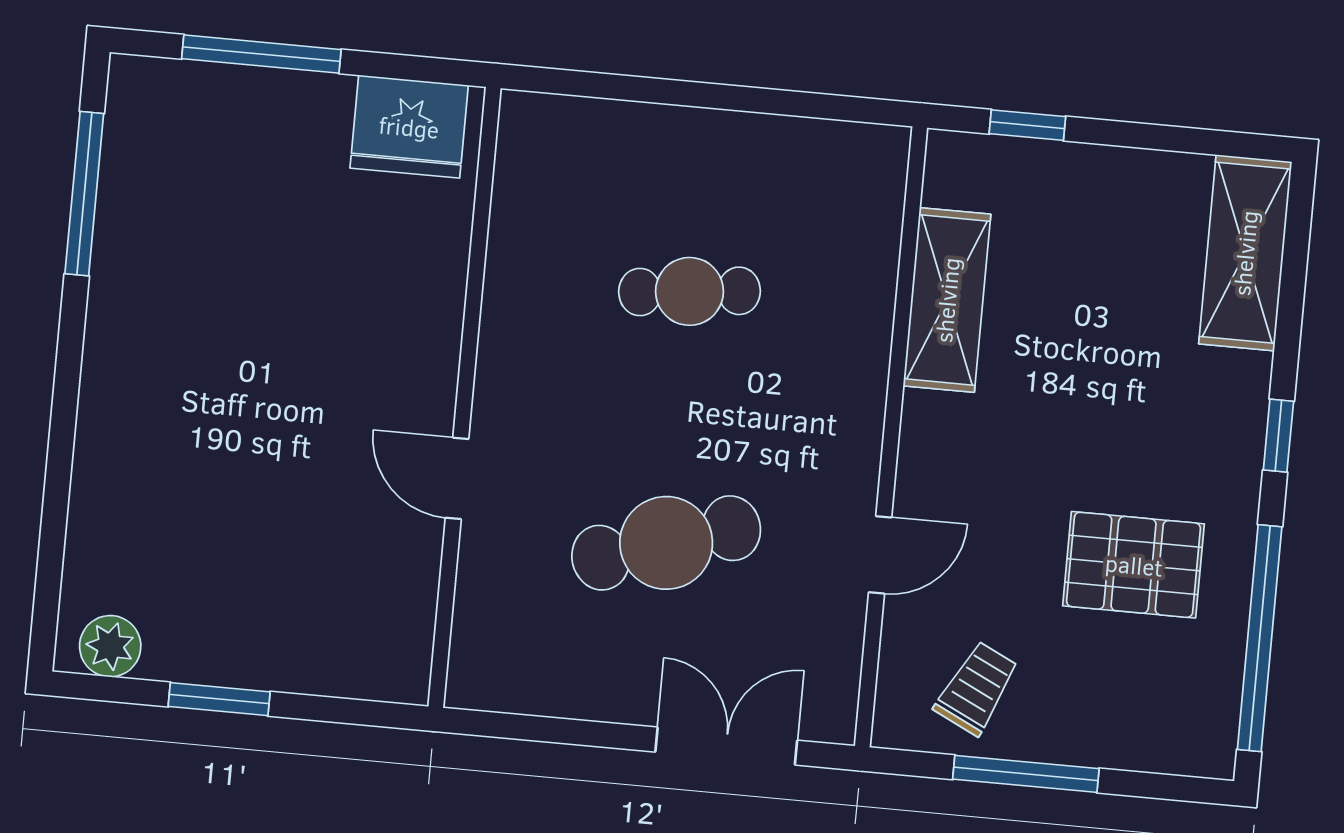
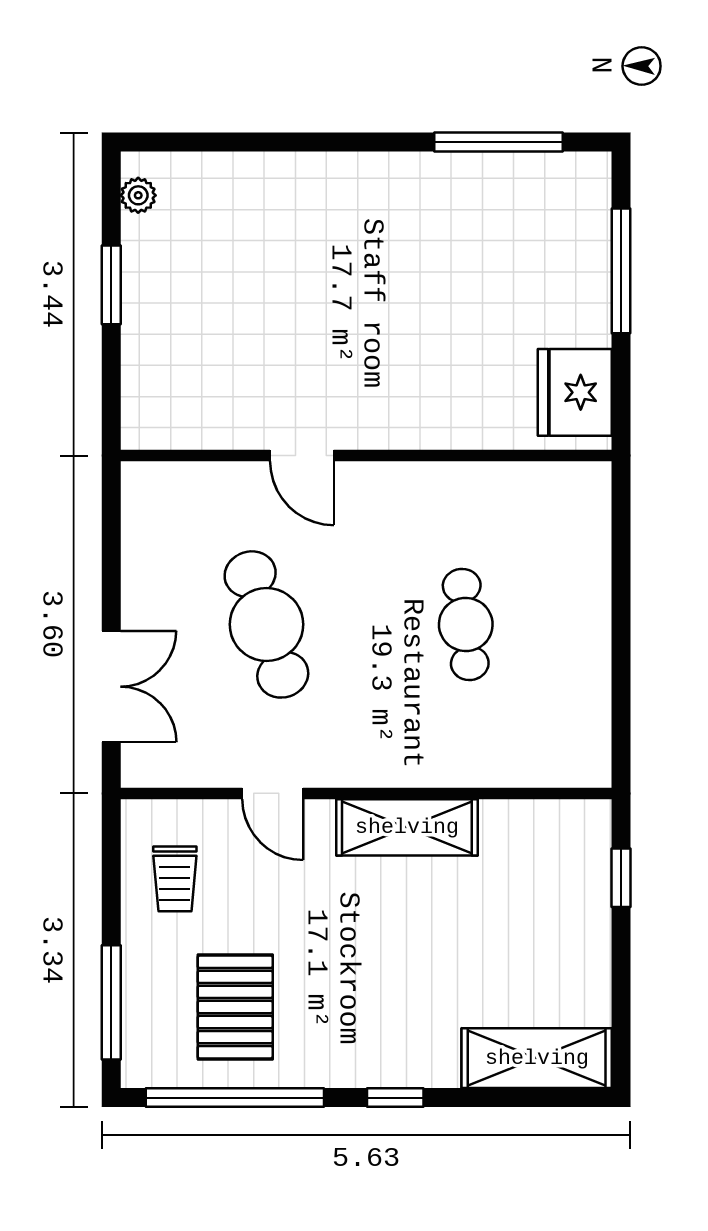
shelving: (947, 300) -> (407, 827), moved
door: (457, 478) -> (302, 456), swing flipped
pallet: (1134, 565) -> (235, 1007), moved
plant: (110, 646) -> (138, 195), width x0.73, depth x0.73
trolley: (977, 688) -> (175, 879), turned 64
window: (1026, 774) -> (111, 1002), moved

